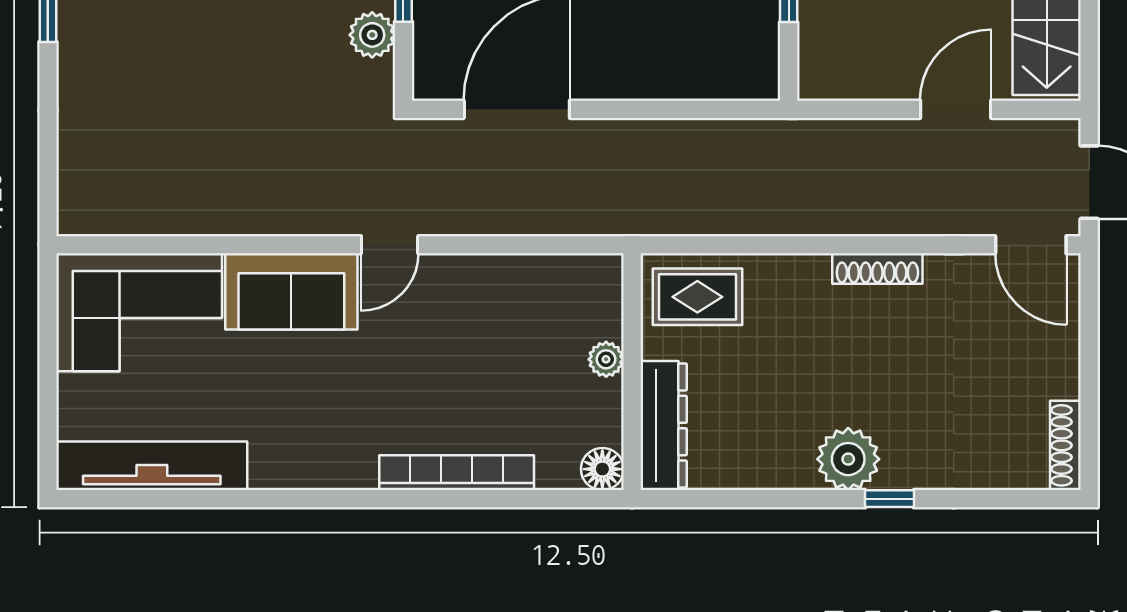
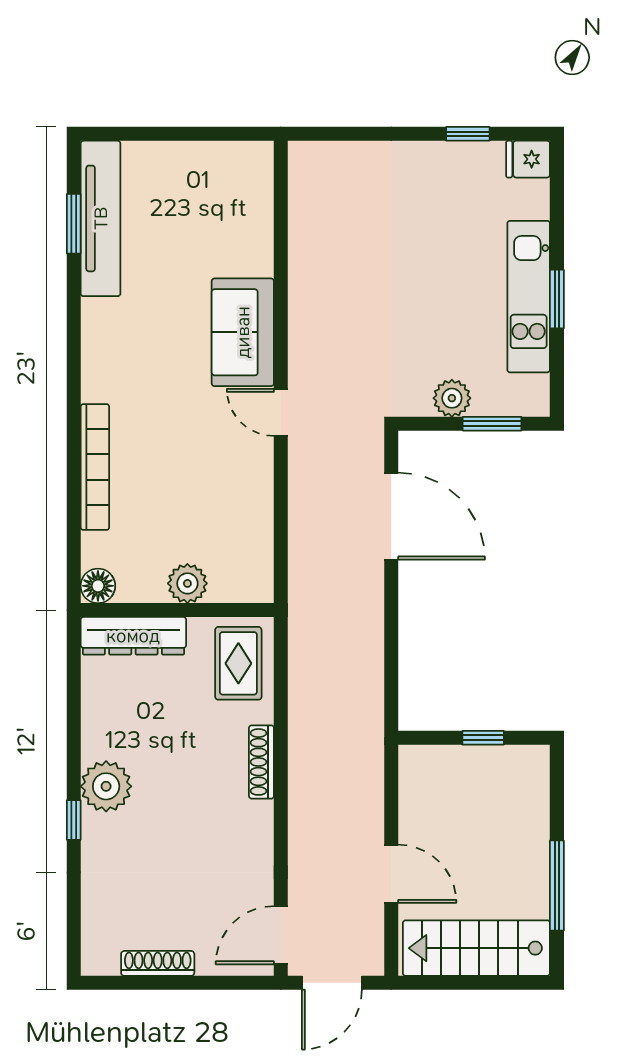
shoe rack: (877, 269) -> (261, 762), moved
corner sofa: (139, 312) -> (226, 208), removed
plant: (606, 359) -> (187, 583), width x1.38, depth x1.38
shoe rack: (1065, 445) -> (158, 963), moved
window: (158, 499) -> (74, 224), added

